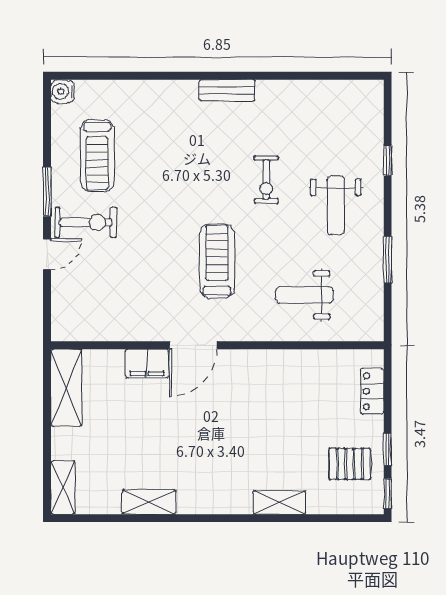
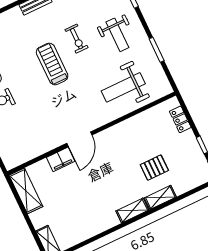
treadmill: (217, 261) -> (52, 64), moved
weight bench: (304, 295) -> (123, 87), width x1.36, depth x1.33
pallet: (350, 464) -> (154, 168), moved
shelving: (149, 502) -> (132, 211), moved

